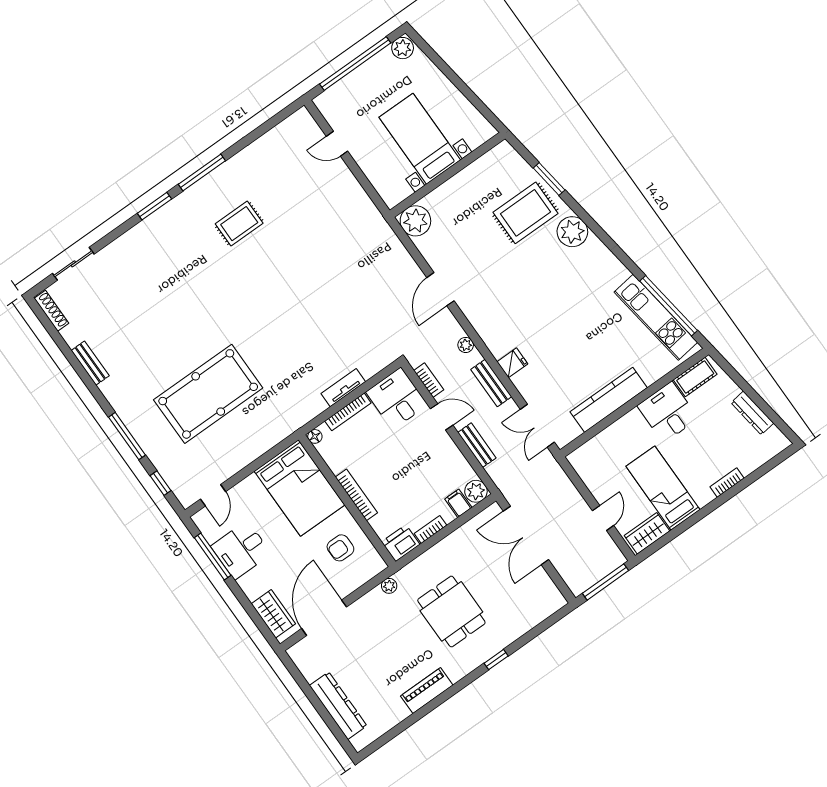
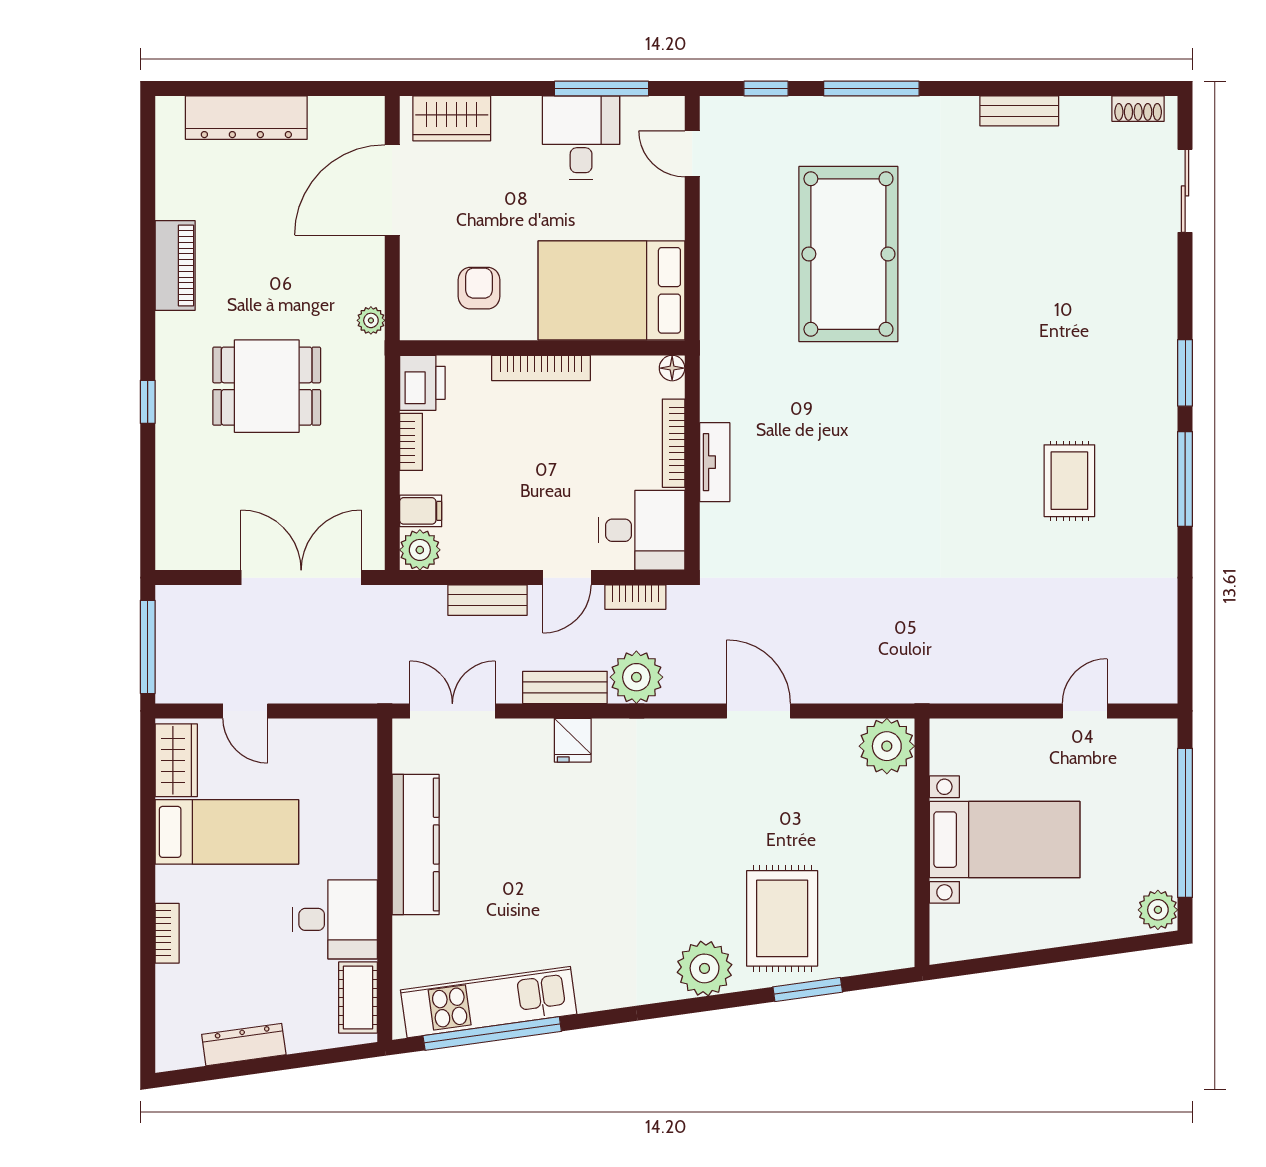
shoe rack: (51, 311) -> (1138, 109), width x0.70
plant: (466, 345) -> (636, 677), width x1.88, depth x1.88
door: (324, 618) -> (392, 190), swing flipped

